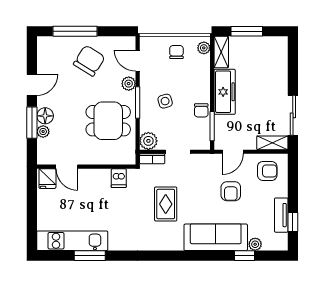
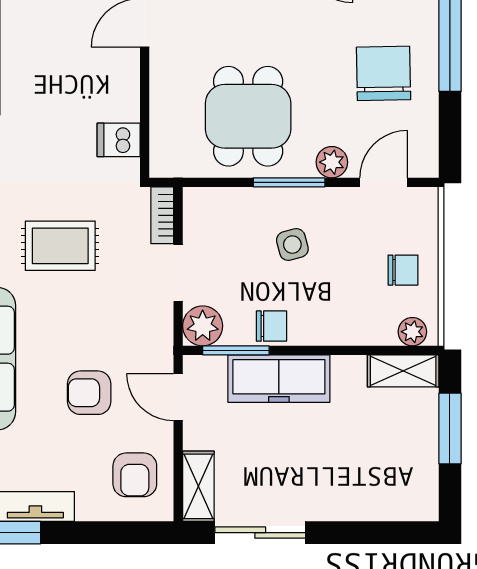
chair: (89, 61) -> (384, 73), turned -123
freezer: (225, 92) -> (279, 379), moved
chair: (201, 110) -> (271, 326), turned 180
plant: (148, 141) -> (203, 326), moved

